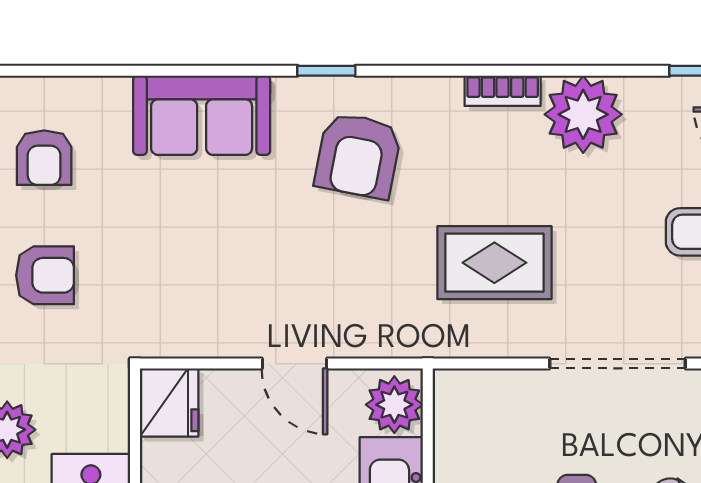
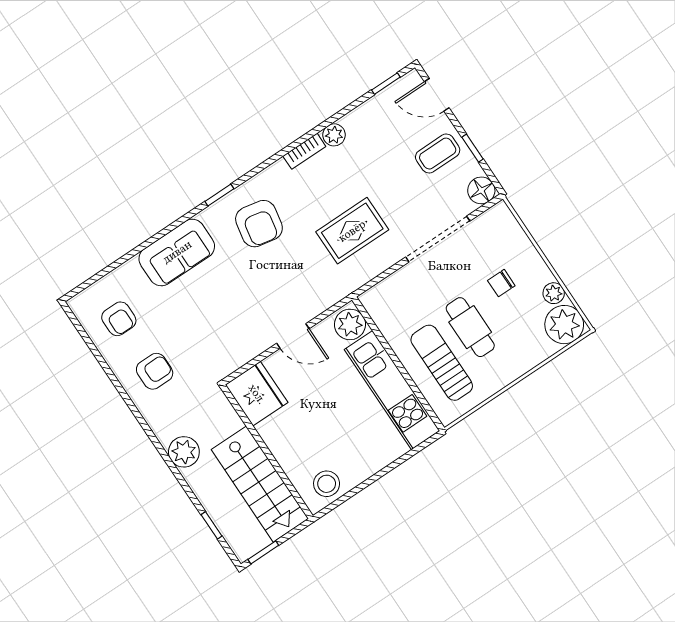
plant: (583, 114) -> (334, 135), width x0.53, depth x0.53
fridge: (169, 403) -> (257, 394), width x1.36, depth x1.34

